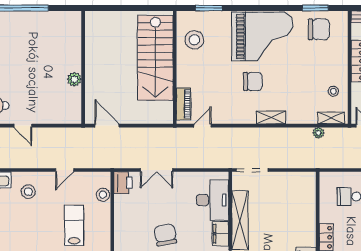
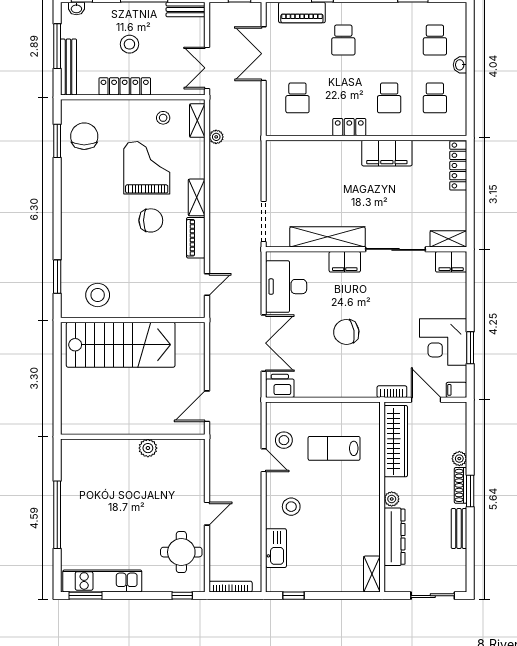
grand piano: (262, 36) -> (147, 168), moved, width x0.73, depth x0.68
chair: (253, 82) -> (151, 220), turned 90
piano: (184, 104) -> (196, 238), moved, turned -90
door: (203, 126) -> (207, 285), swing flipped
double door: (157, 170) -> (264, 343), width x1.37
stool: (103, 195) -> (284, 440), moved
desk: (213, 200) -> (286, 287), moved, turned -90

